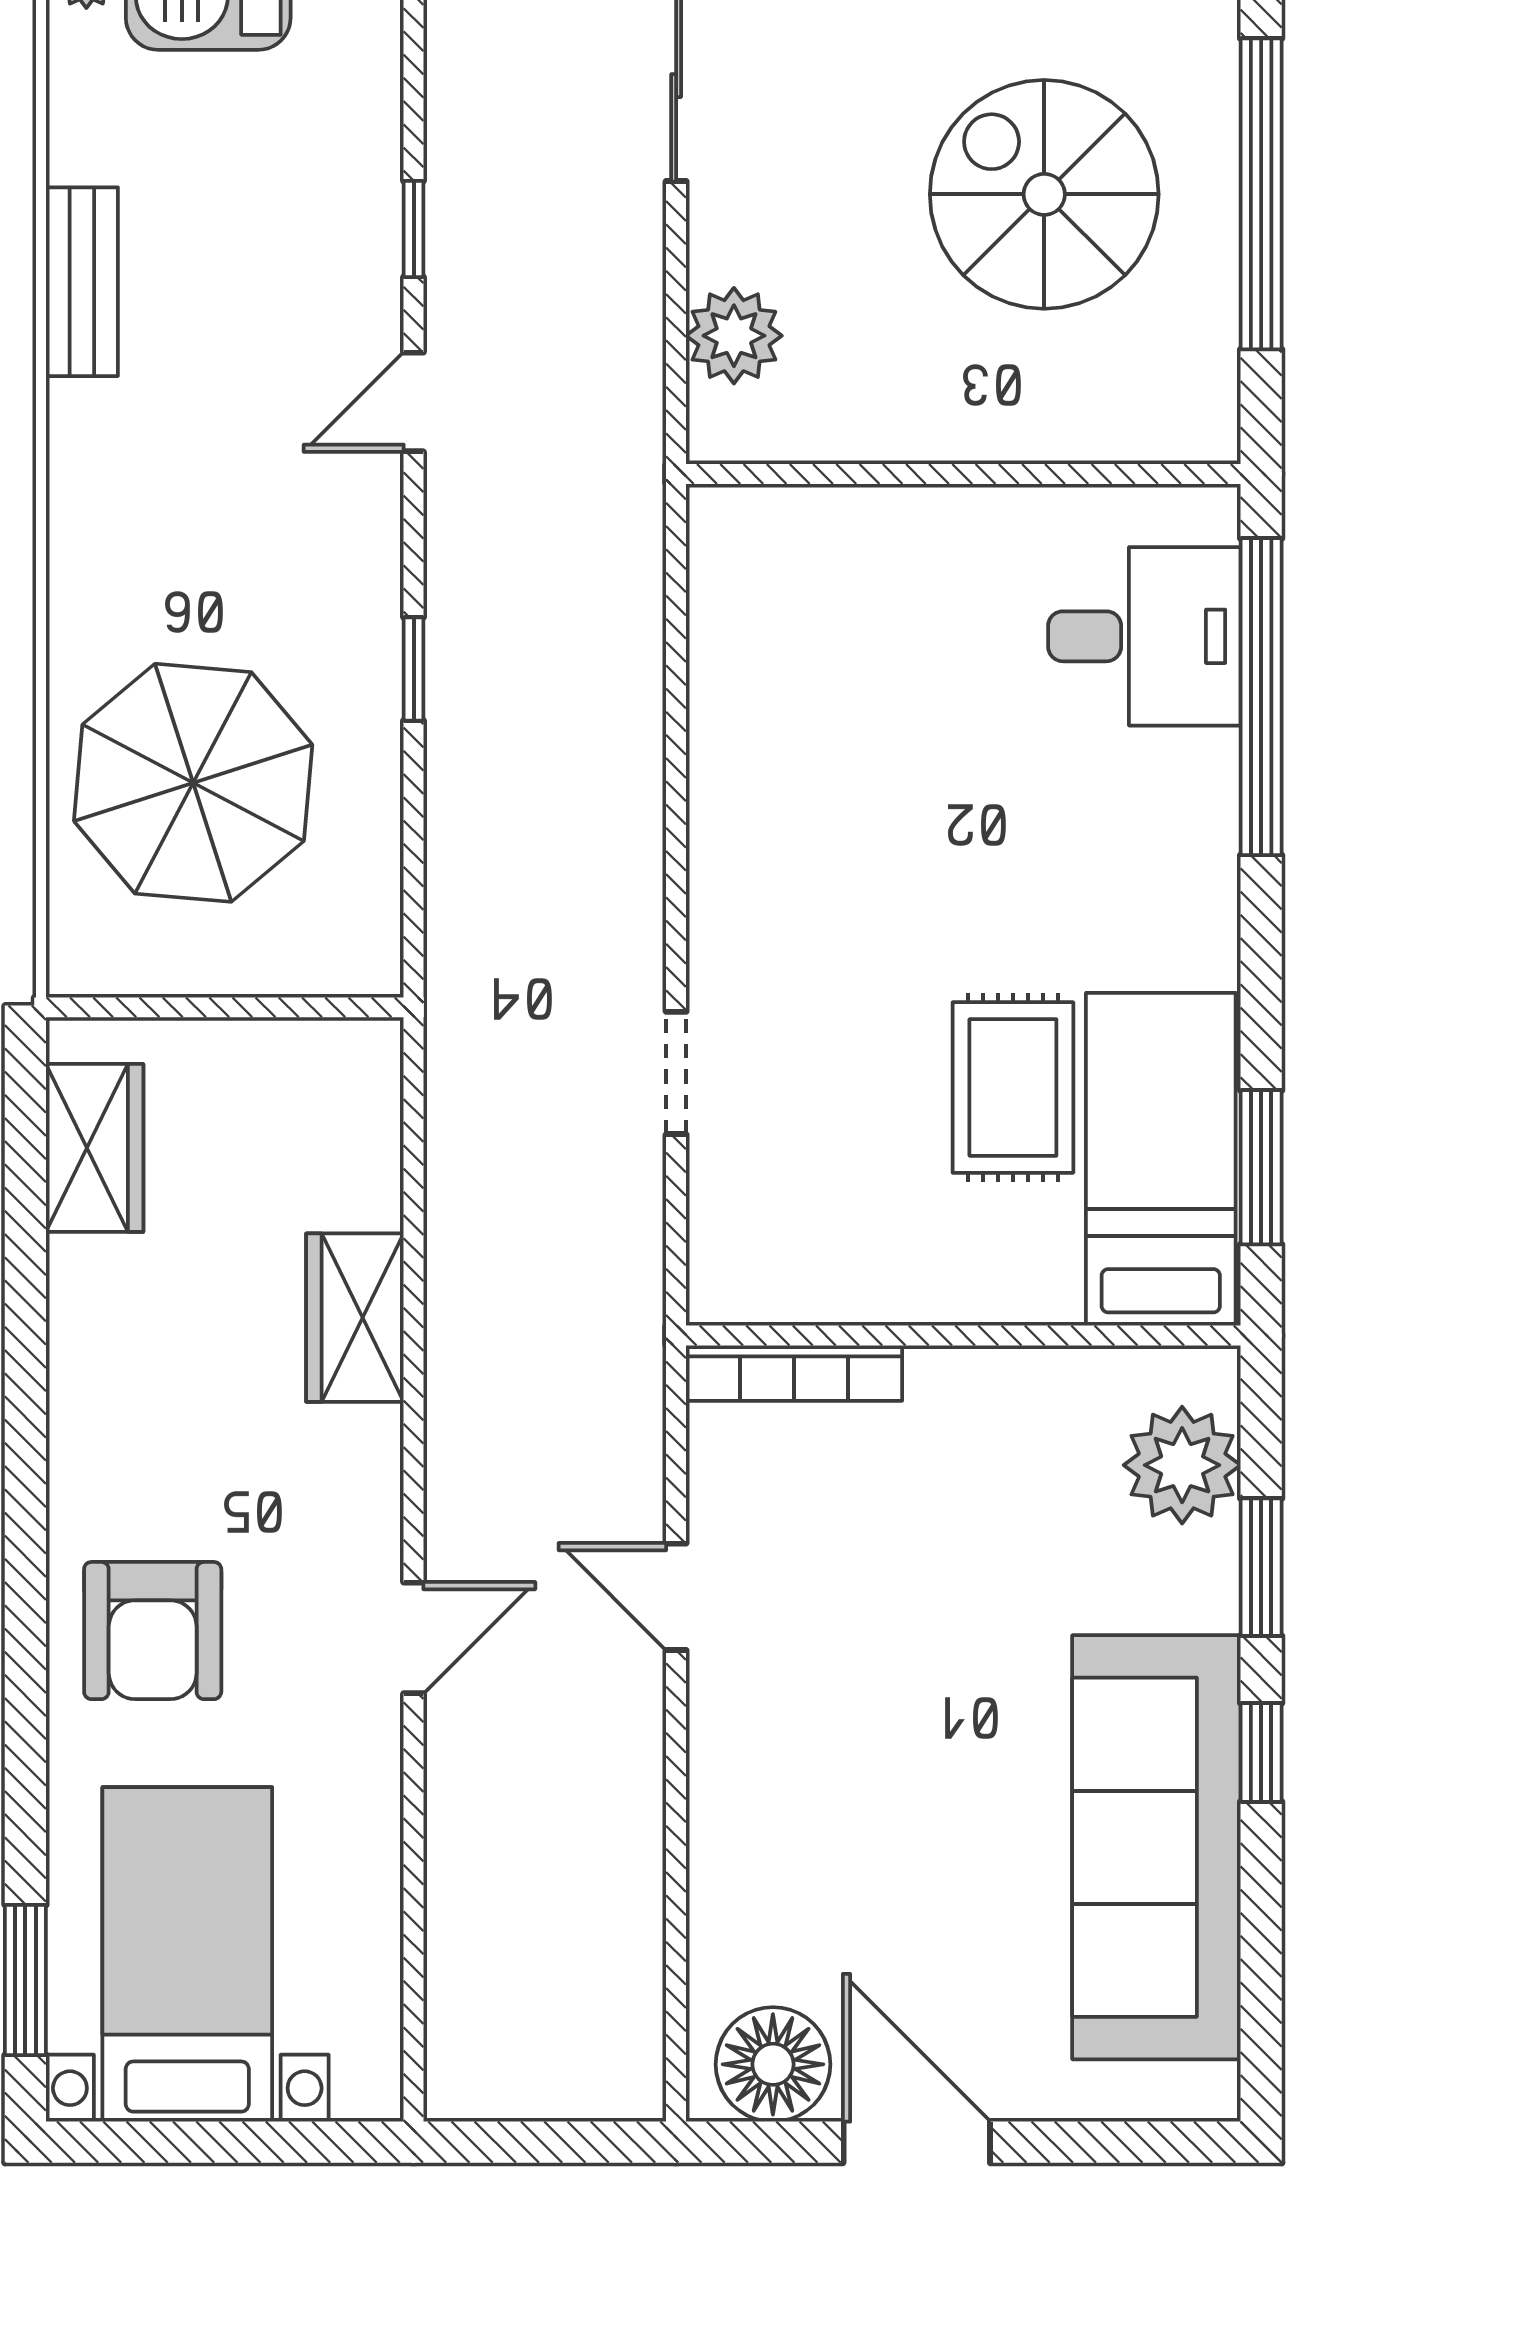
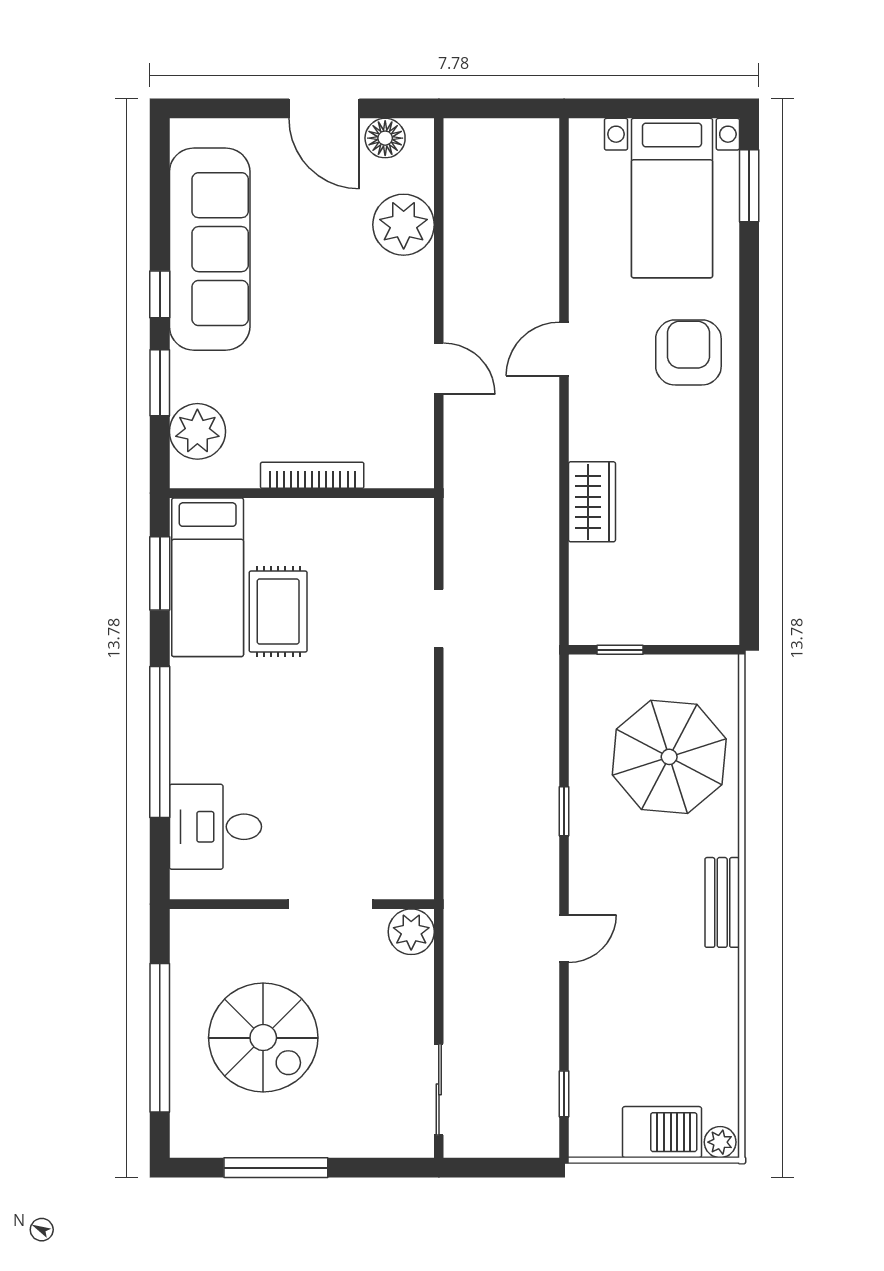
window: (414, 229) -> (564, 1094), moved
bench: (82, 282) -> (722, 902), moved
plant: (734, 336) -> (411, 932), moved
doorway: (904, 474) -> (330, 904), added
window: (1261, 697) -> (160, 742), moved
window: (296, 1007) -> (620, 650), added
wardrobe: (95, 1148) -> (716, 583), removed
bookcase: (794, 1373) -> (312, 475), moved
plant: (750, 1898) -> (404, 225), added
floor lamp: (773, 2064) -> (385, 138), width x0.73, depth x0.73

